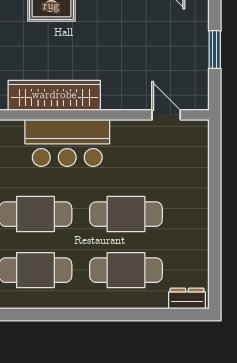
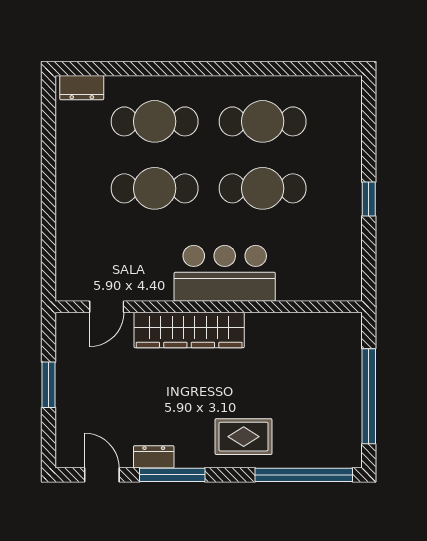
wardrobe: (54, 95) -> (189, 330), moved
door: (166, 115) -> (107, 307), hinge flipped

